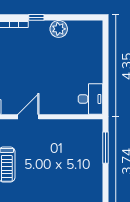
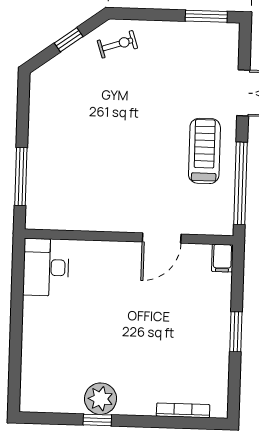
window: (36, 17) -> (97, 420), moved

